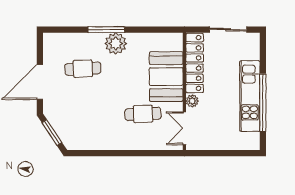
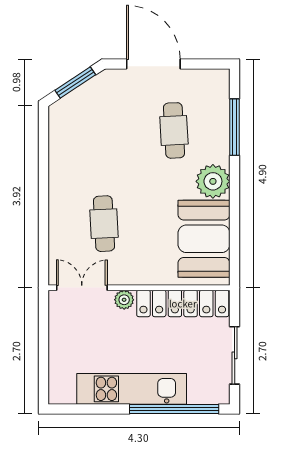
window: (106, 30) -> (235, 127), moved
booth: (166, 77) -> (204, 239), moved, turned 90
window: (263, 103) -> (174, 409), moved

